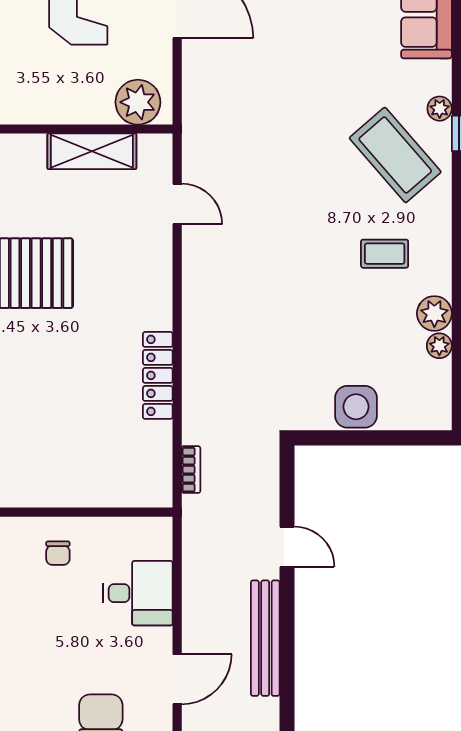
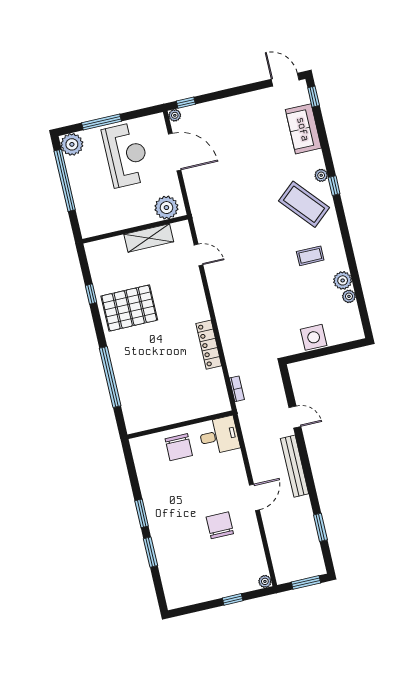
chair: (58, 553) -> (179, 447), width x1.87, depth x1.87
desk: (138, 593) -> (219, 436), moved

